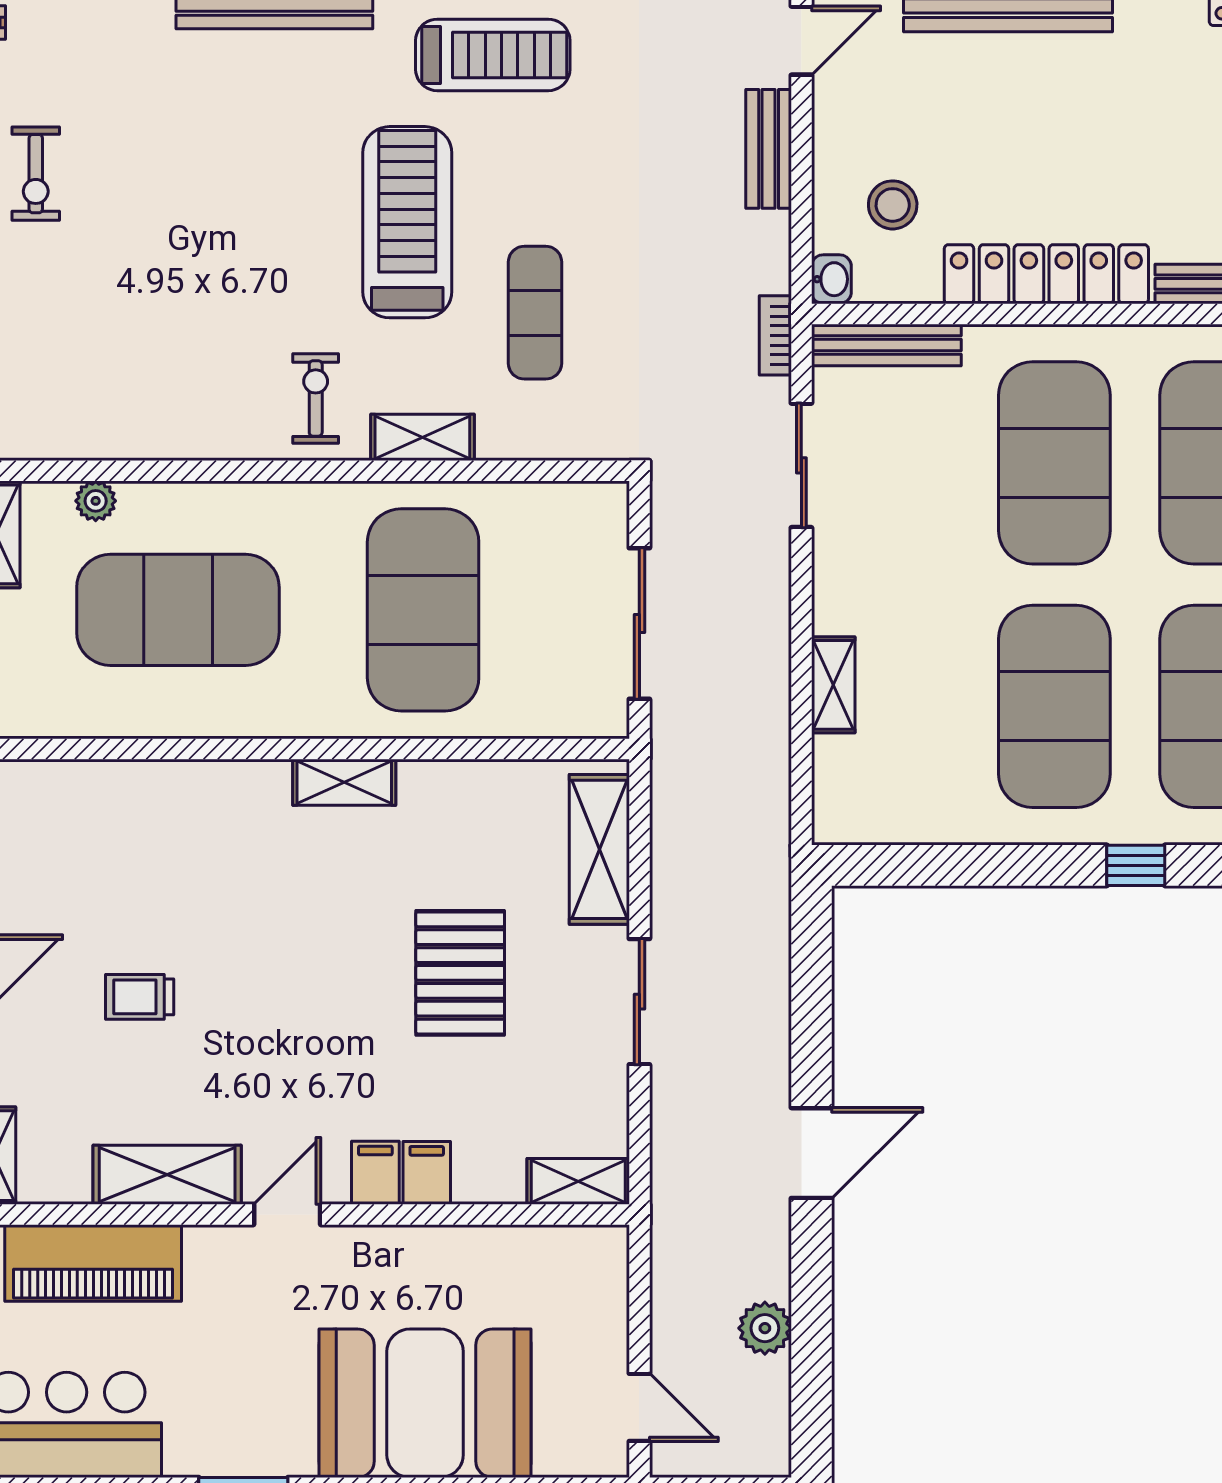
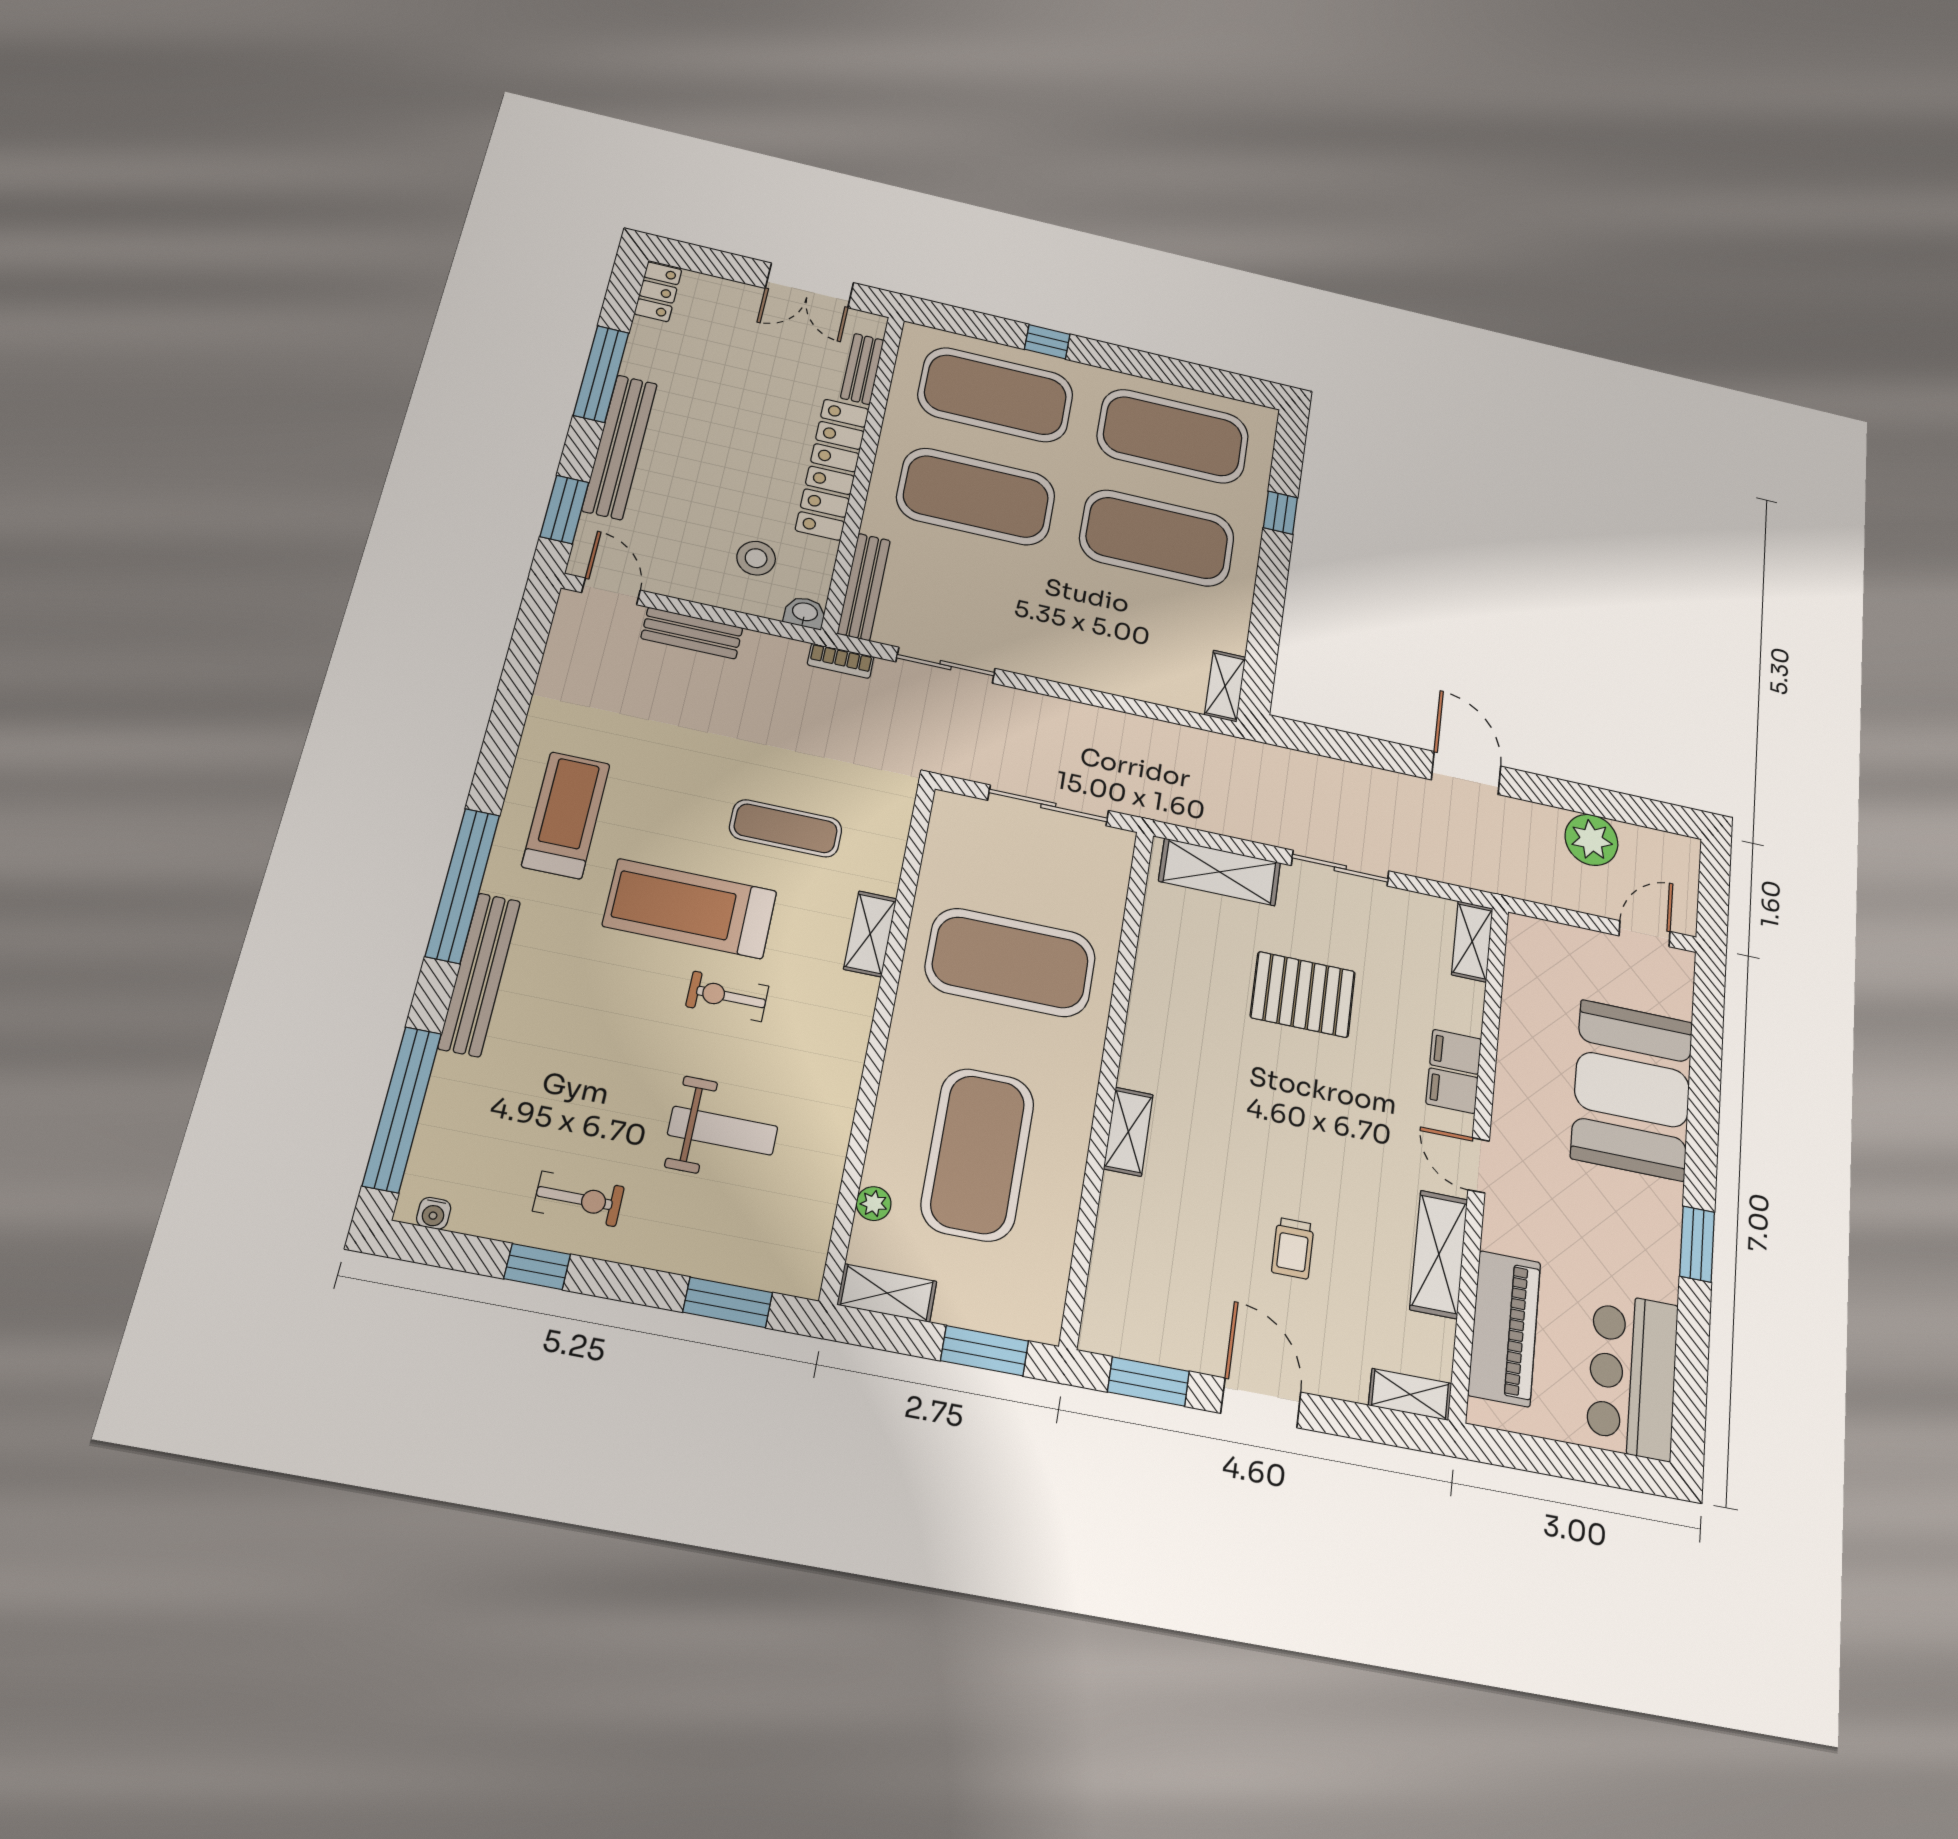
weight bench: (146, 315) -> (723, 1131), added
exercise bike: (316, 398) -> (727, 996), moved
shelving: (833, 685) -> (1225, 686), moved, turned 90
shelving: (344, 782) -> (1128, 1132), moved
plant: (765, 1328) -> (1591, 840), width x1.36, depth x1.36

